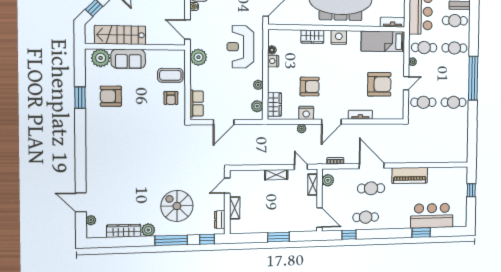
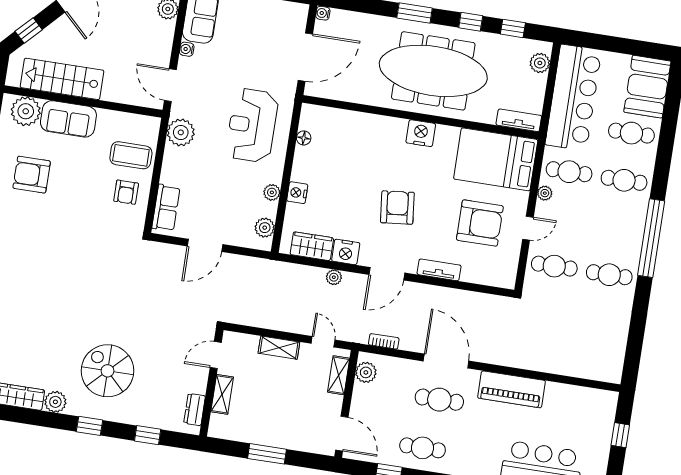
wardrobe: (312, 37) -> (375, 126), removed
bed: (383, 41) -> (496, 159), width x1.50
nightstand: (273, 61) -> (297, 193), moved
armchair: (310, 87) -> (397, 207), moved, turned -96
wardrobe: (274, 104) -> (312, 246), moved, turned -90
door: (227, 186) -> (216, 355), moved
wall: (227, 202) -> (211, 383), moved
shelving: (235, 208) -> (222, 394), moved
dresser: (220, 220) -> (195, 410), moved
window: (171, 240) -> (89, 426), width x0.46

